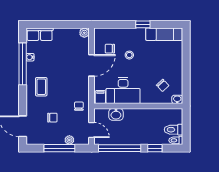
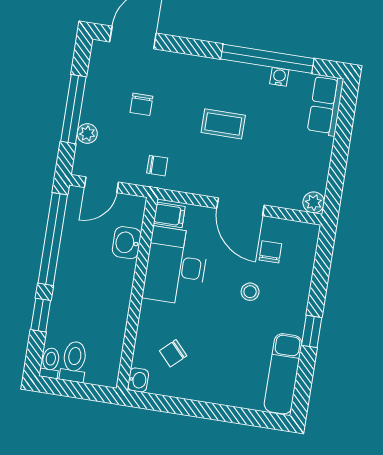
coffee table: (41, 87) -> (223, 124), moved

